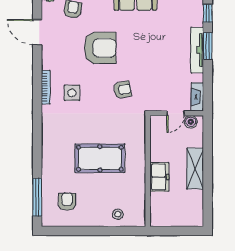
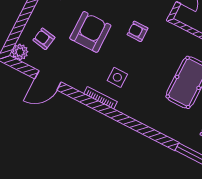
armchair: (122, 90) -> (137, 31), turned -79

